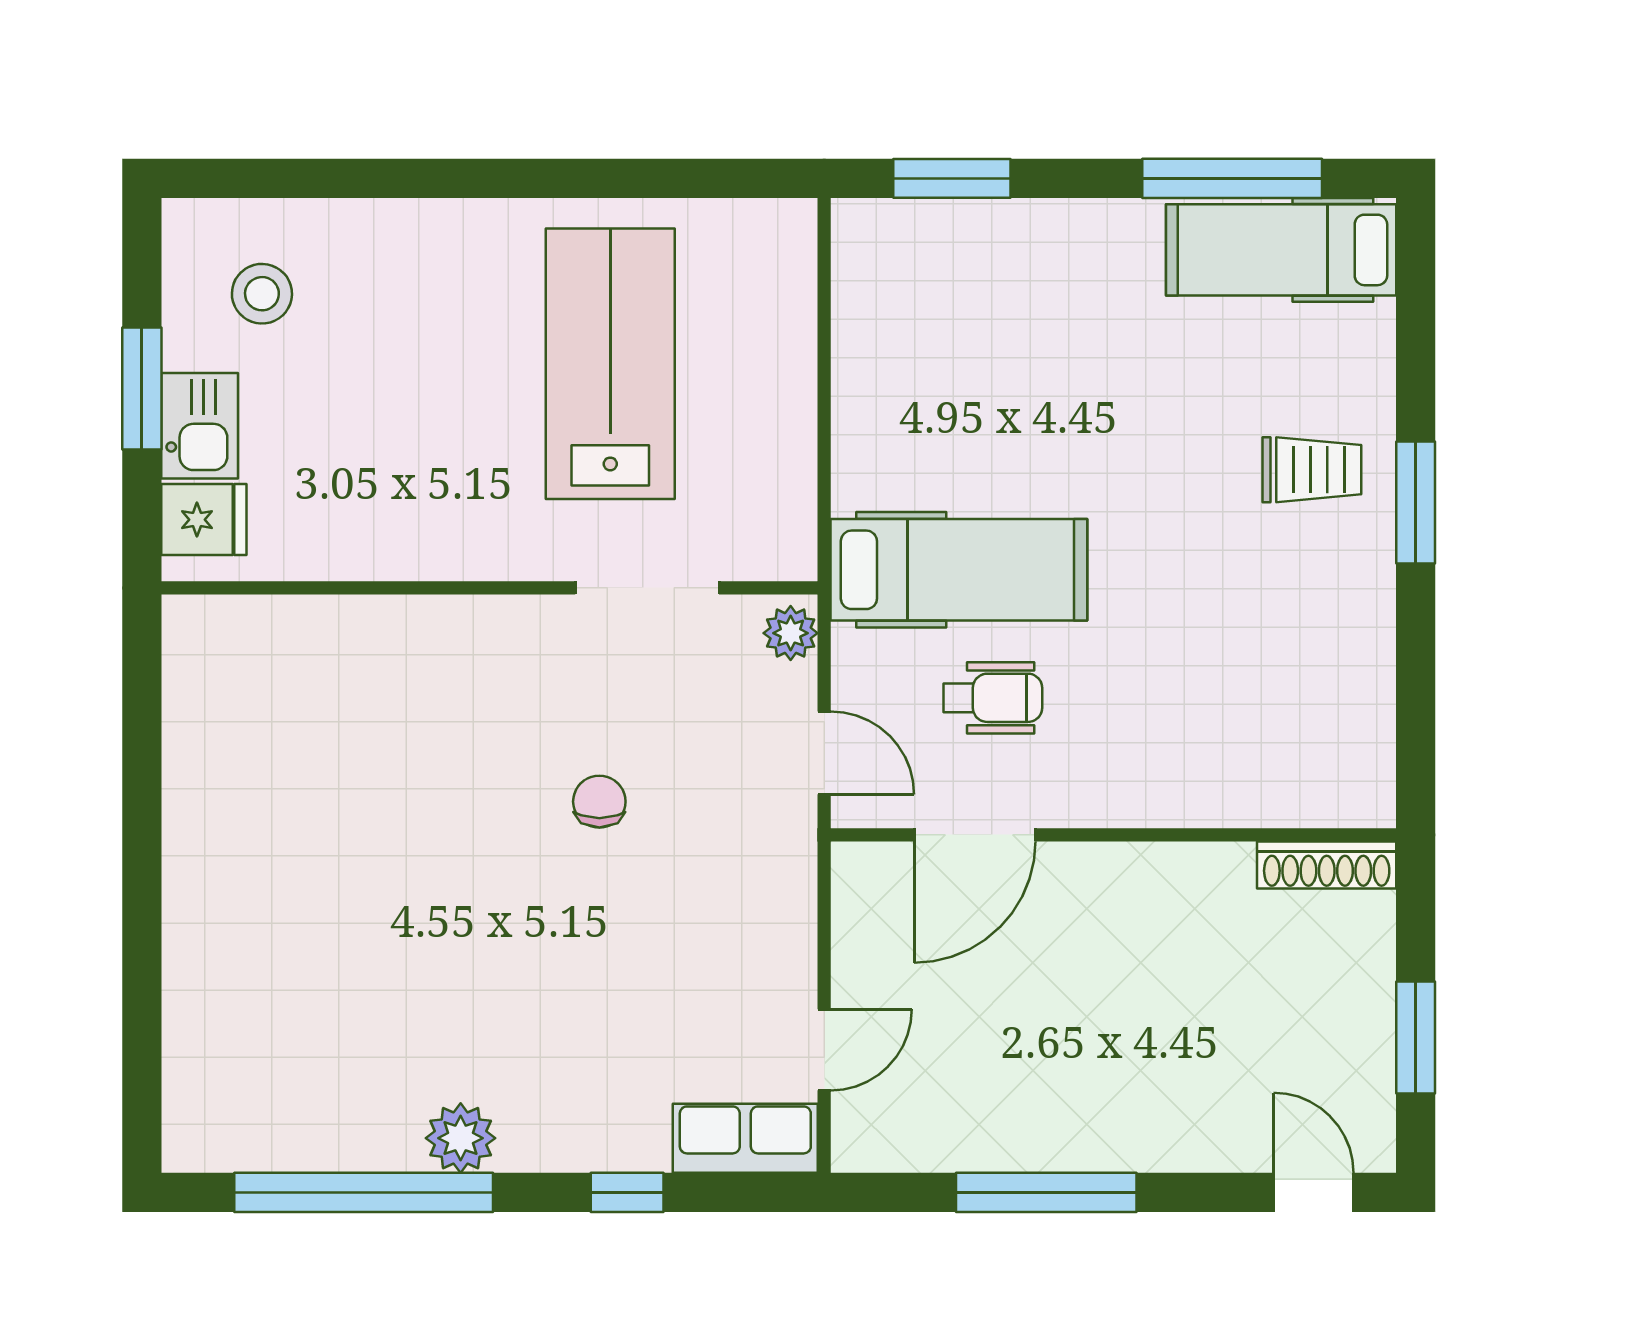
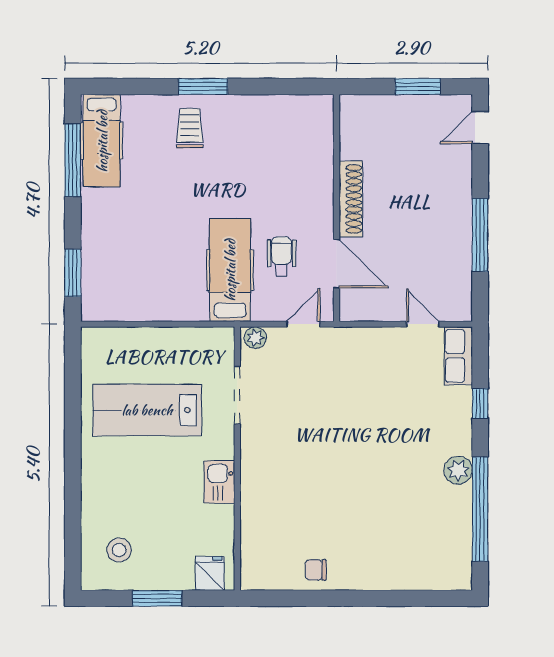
kitchen sink: (200, 426) -> (219, 482), moved, turned -90
chair: (599, 802) -> (316, 570), moved
shoe rack: (1327, 865) -> (351, 199), moved, width x1.36, depth x1.24

